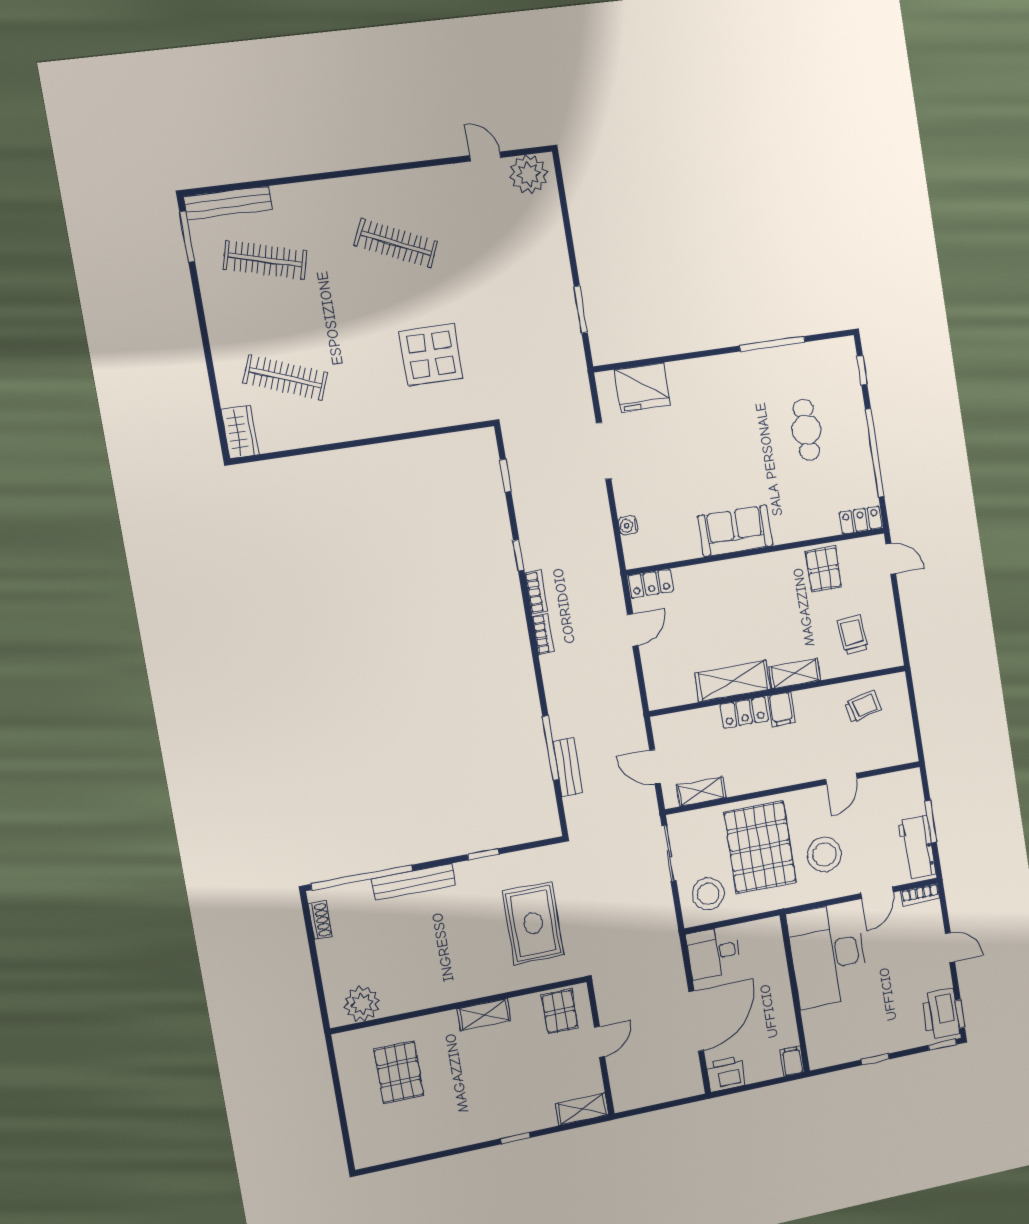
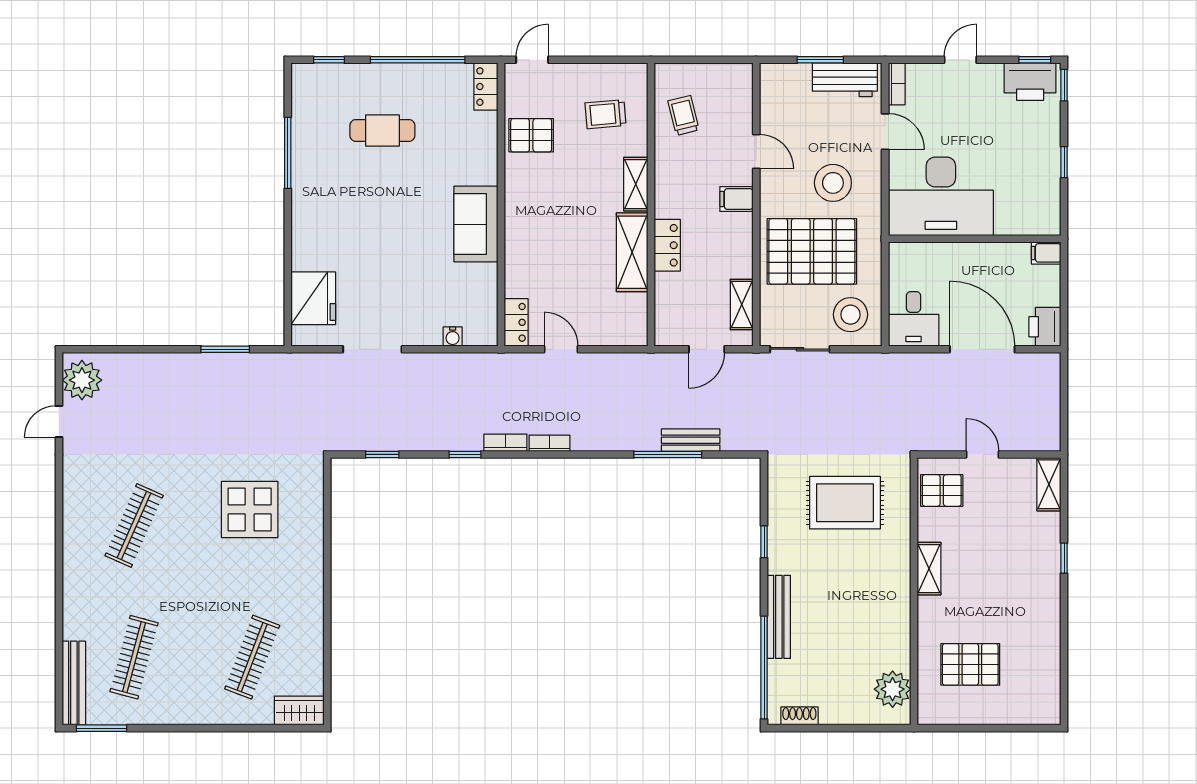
filing cabinet: (781, 709) -> (736, 199), moved, turned 180

